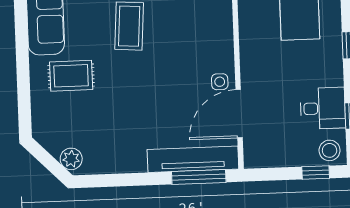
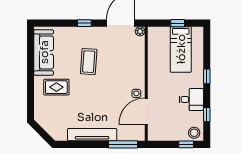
desk: (323, 108) -> (191, 99), moved
plant: (71, 159) -> (55, 132), removed
tv unit: (193, 159) -> (92, 135), moved

